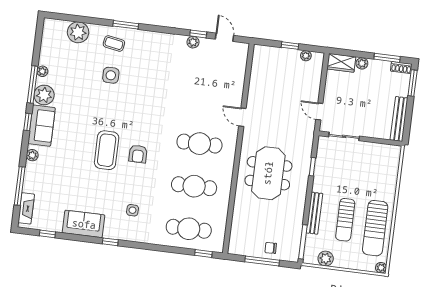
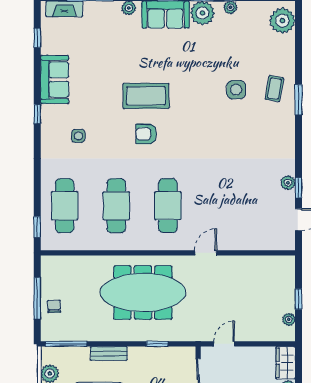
plant: (78, 32) -> (282, 21), moved
meeting table: (268, 173) -> (143, 292), width x1.36
bench: (314, 213) -> (109, 353), width x0.73

